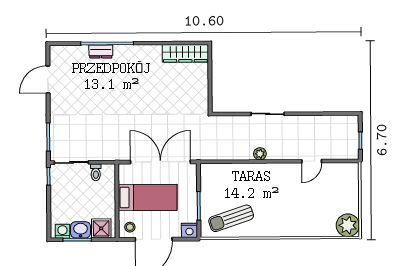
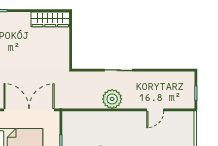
plant: (260, 154) -> (112, 99), width x1.88, depth x1.88

